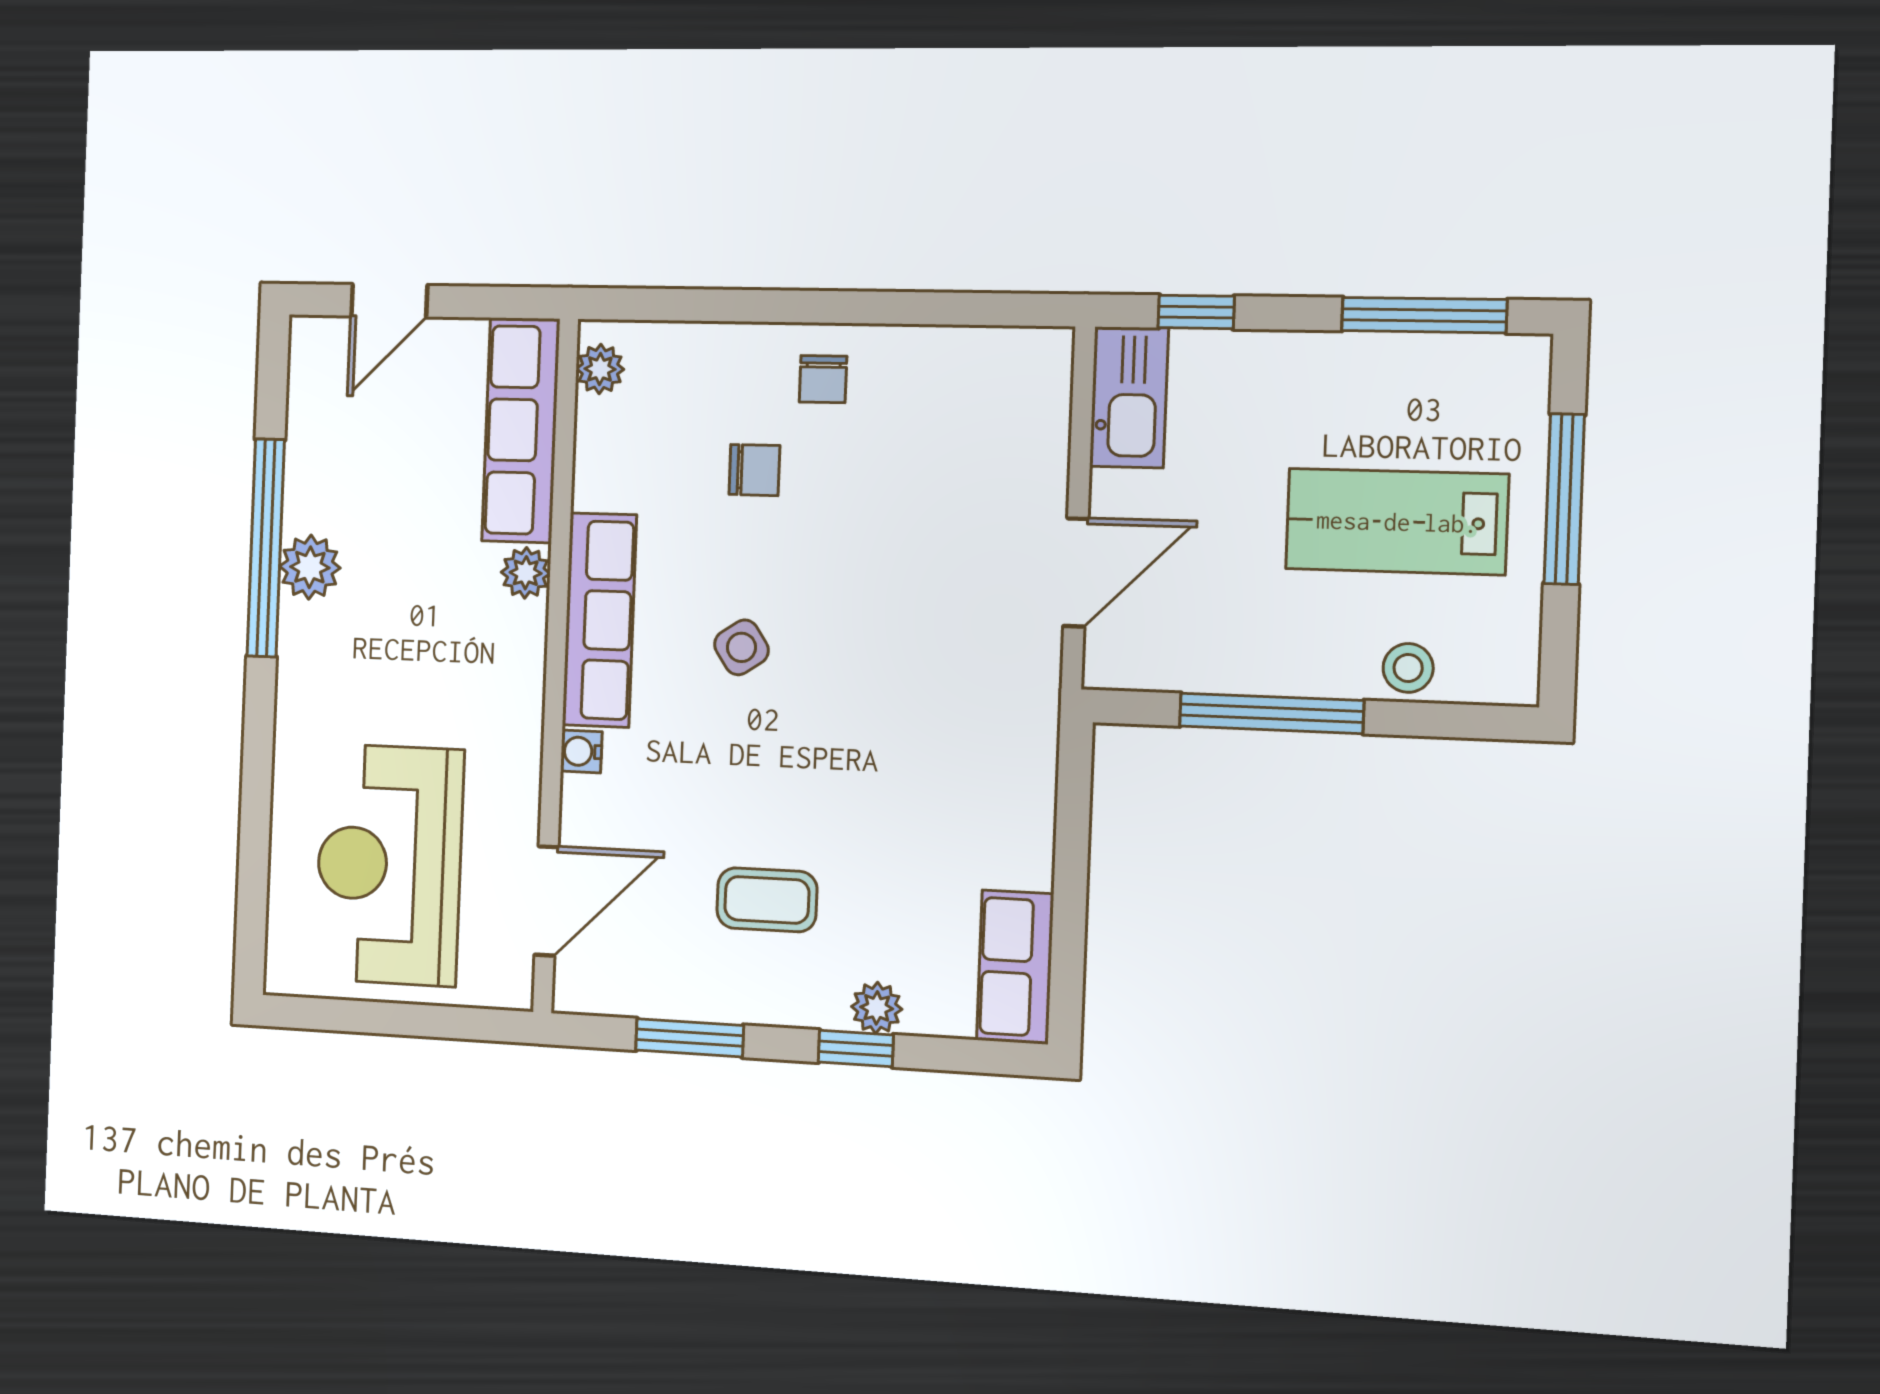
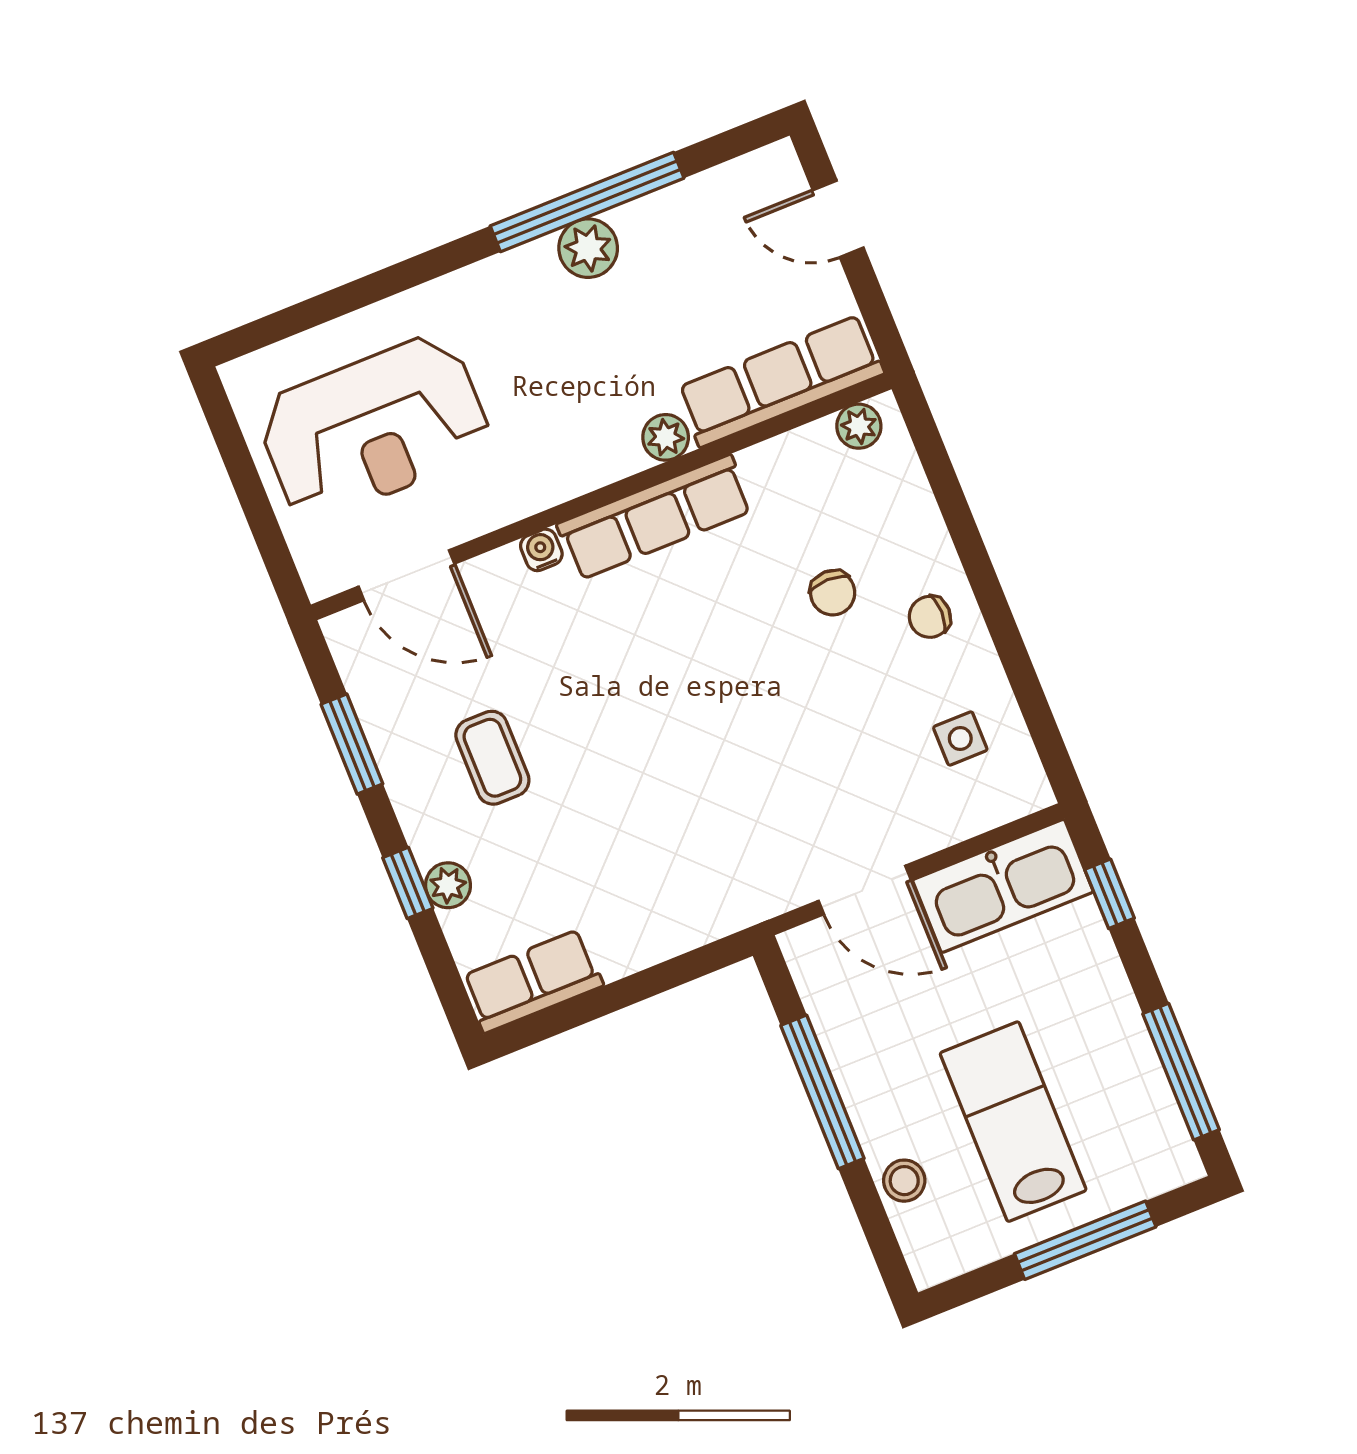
kitchen sink: (1129, 397) -> (1003, 886), width x1.36, depth x1.24
side table: (741, 647) -> (960, 739), moved, turned 34
reception desk: (389, 865) -> (374, 428), turned 180

